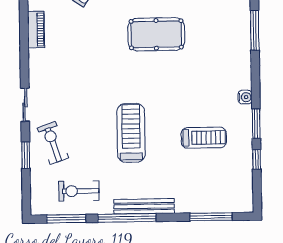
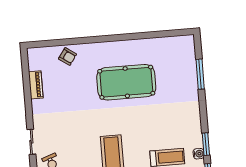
pool table: (156, 34) -> (126, 82), width x1.36, depth x1.32
water cooler: (245, 97) -> (199, 154), moved

